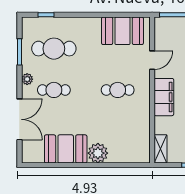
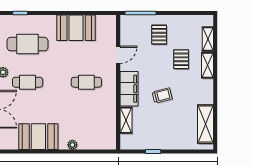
booth: (122, 31) -> (76, 28), moved
shelving: (161, 149) -> (126, 120), moved
plant: (98, 153) -> (72, 145), width x0.53, depth x0.53

